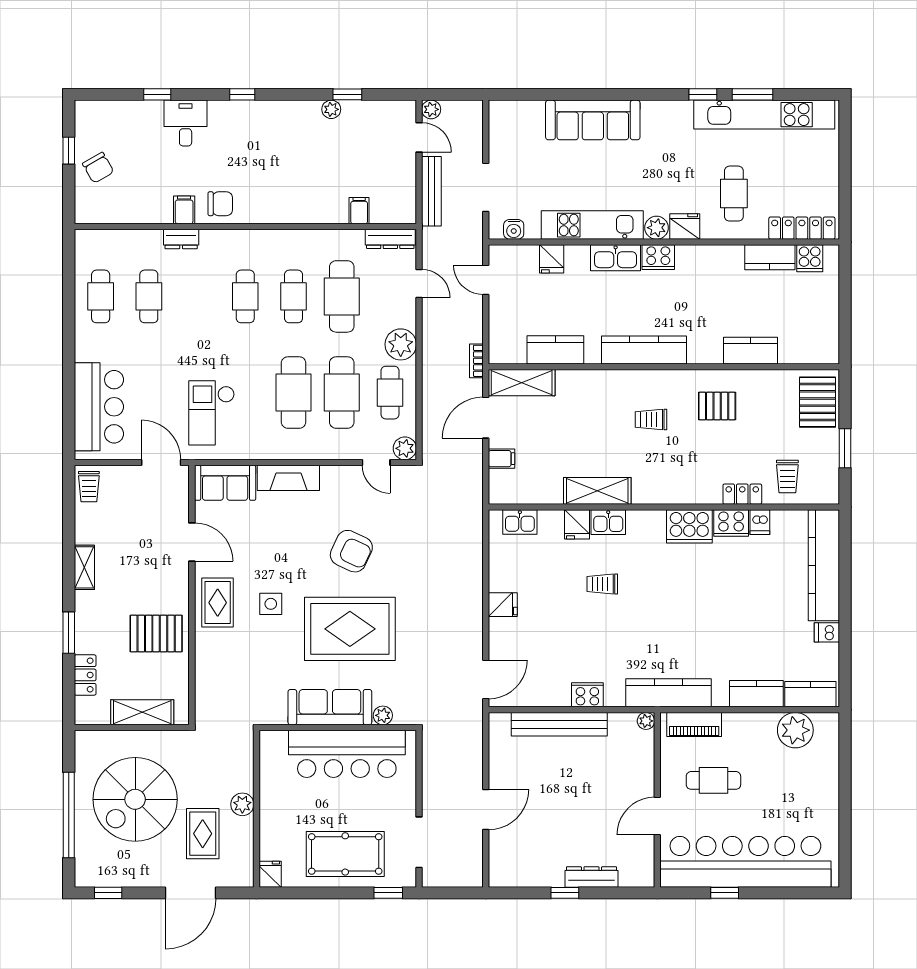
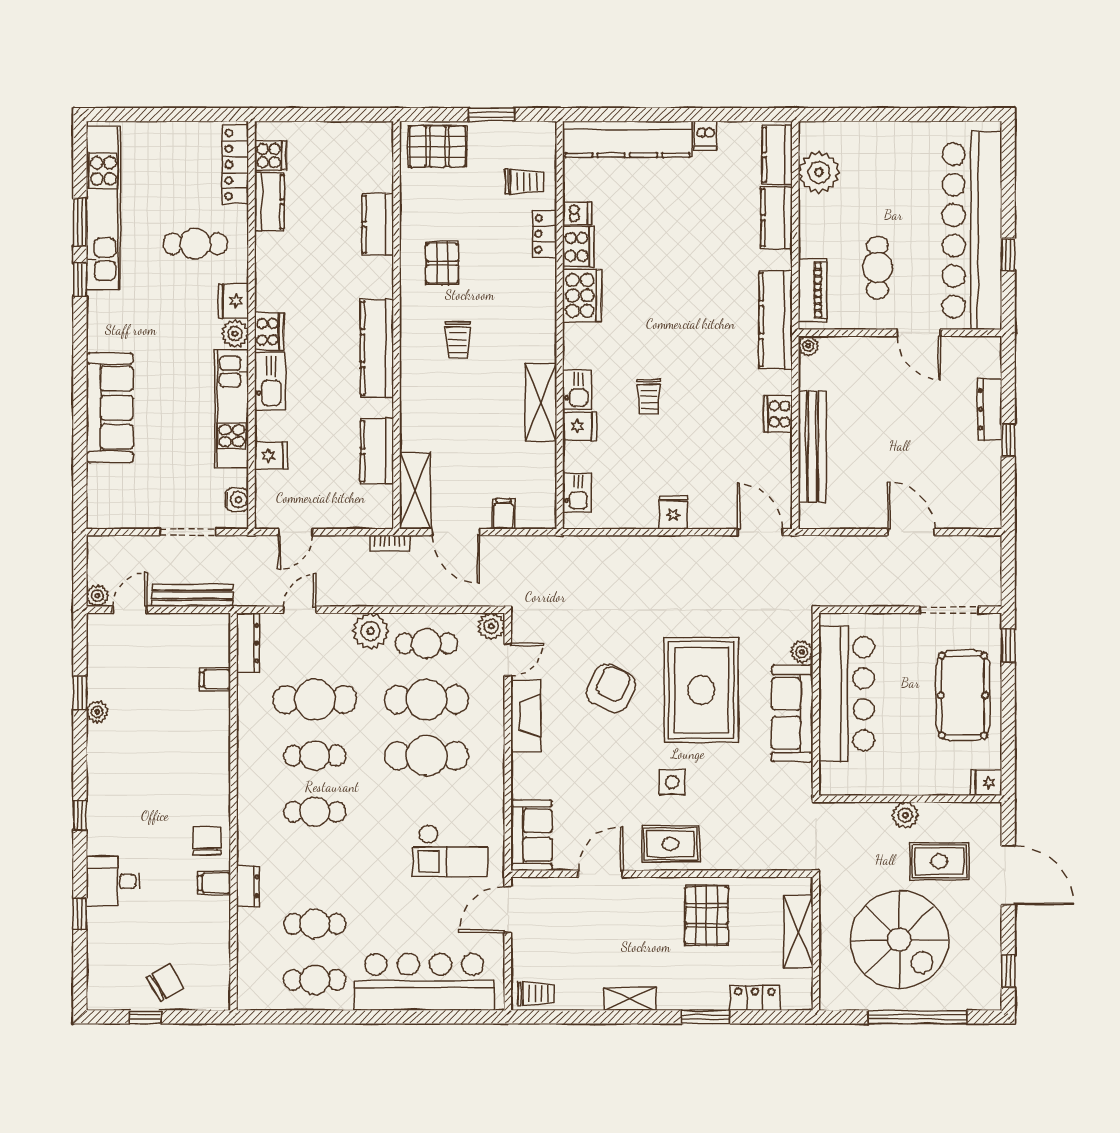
bar counter: (99, 407) -> (424, 982), width x1.36
fireplace: (288, 478) -> (526, 716), moved

